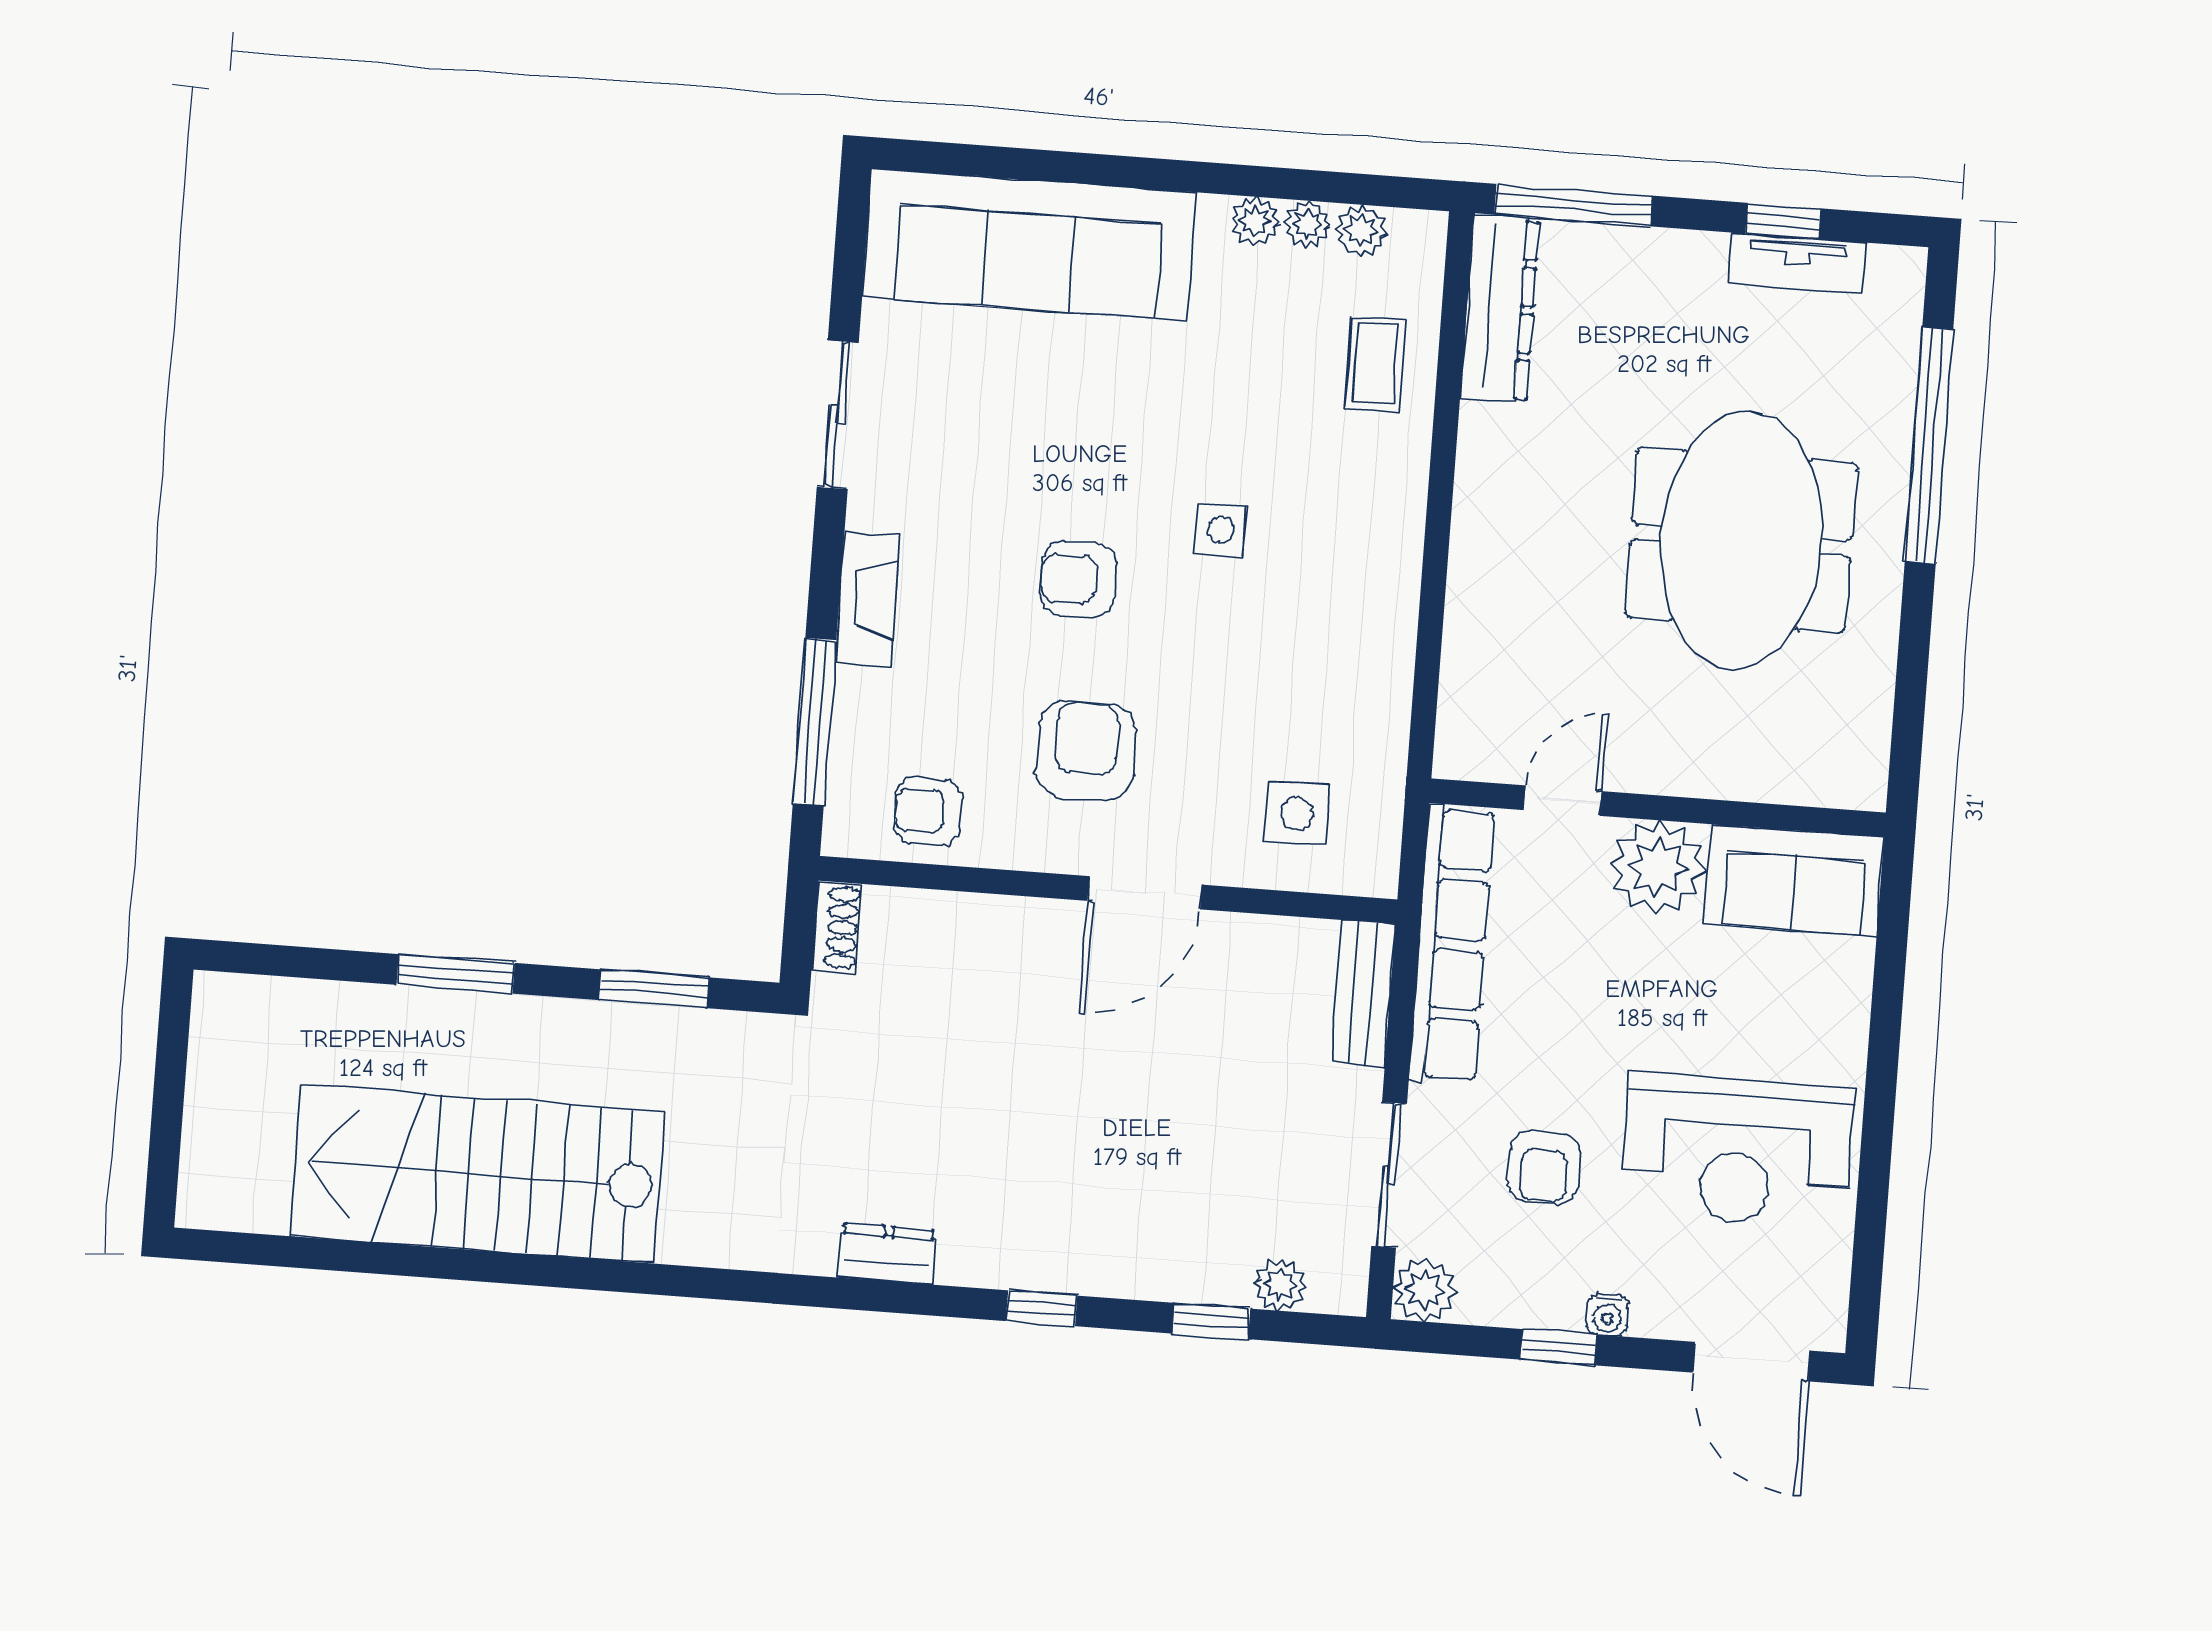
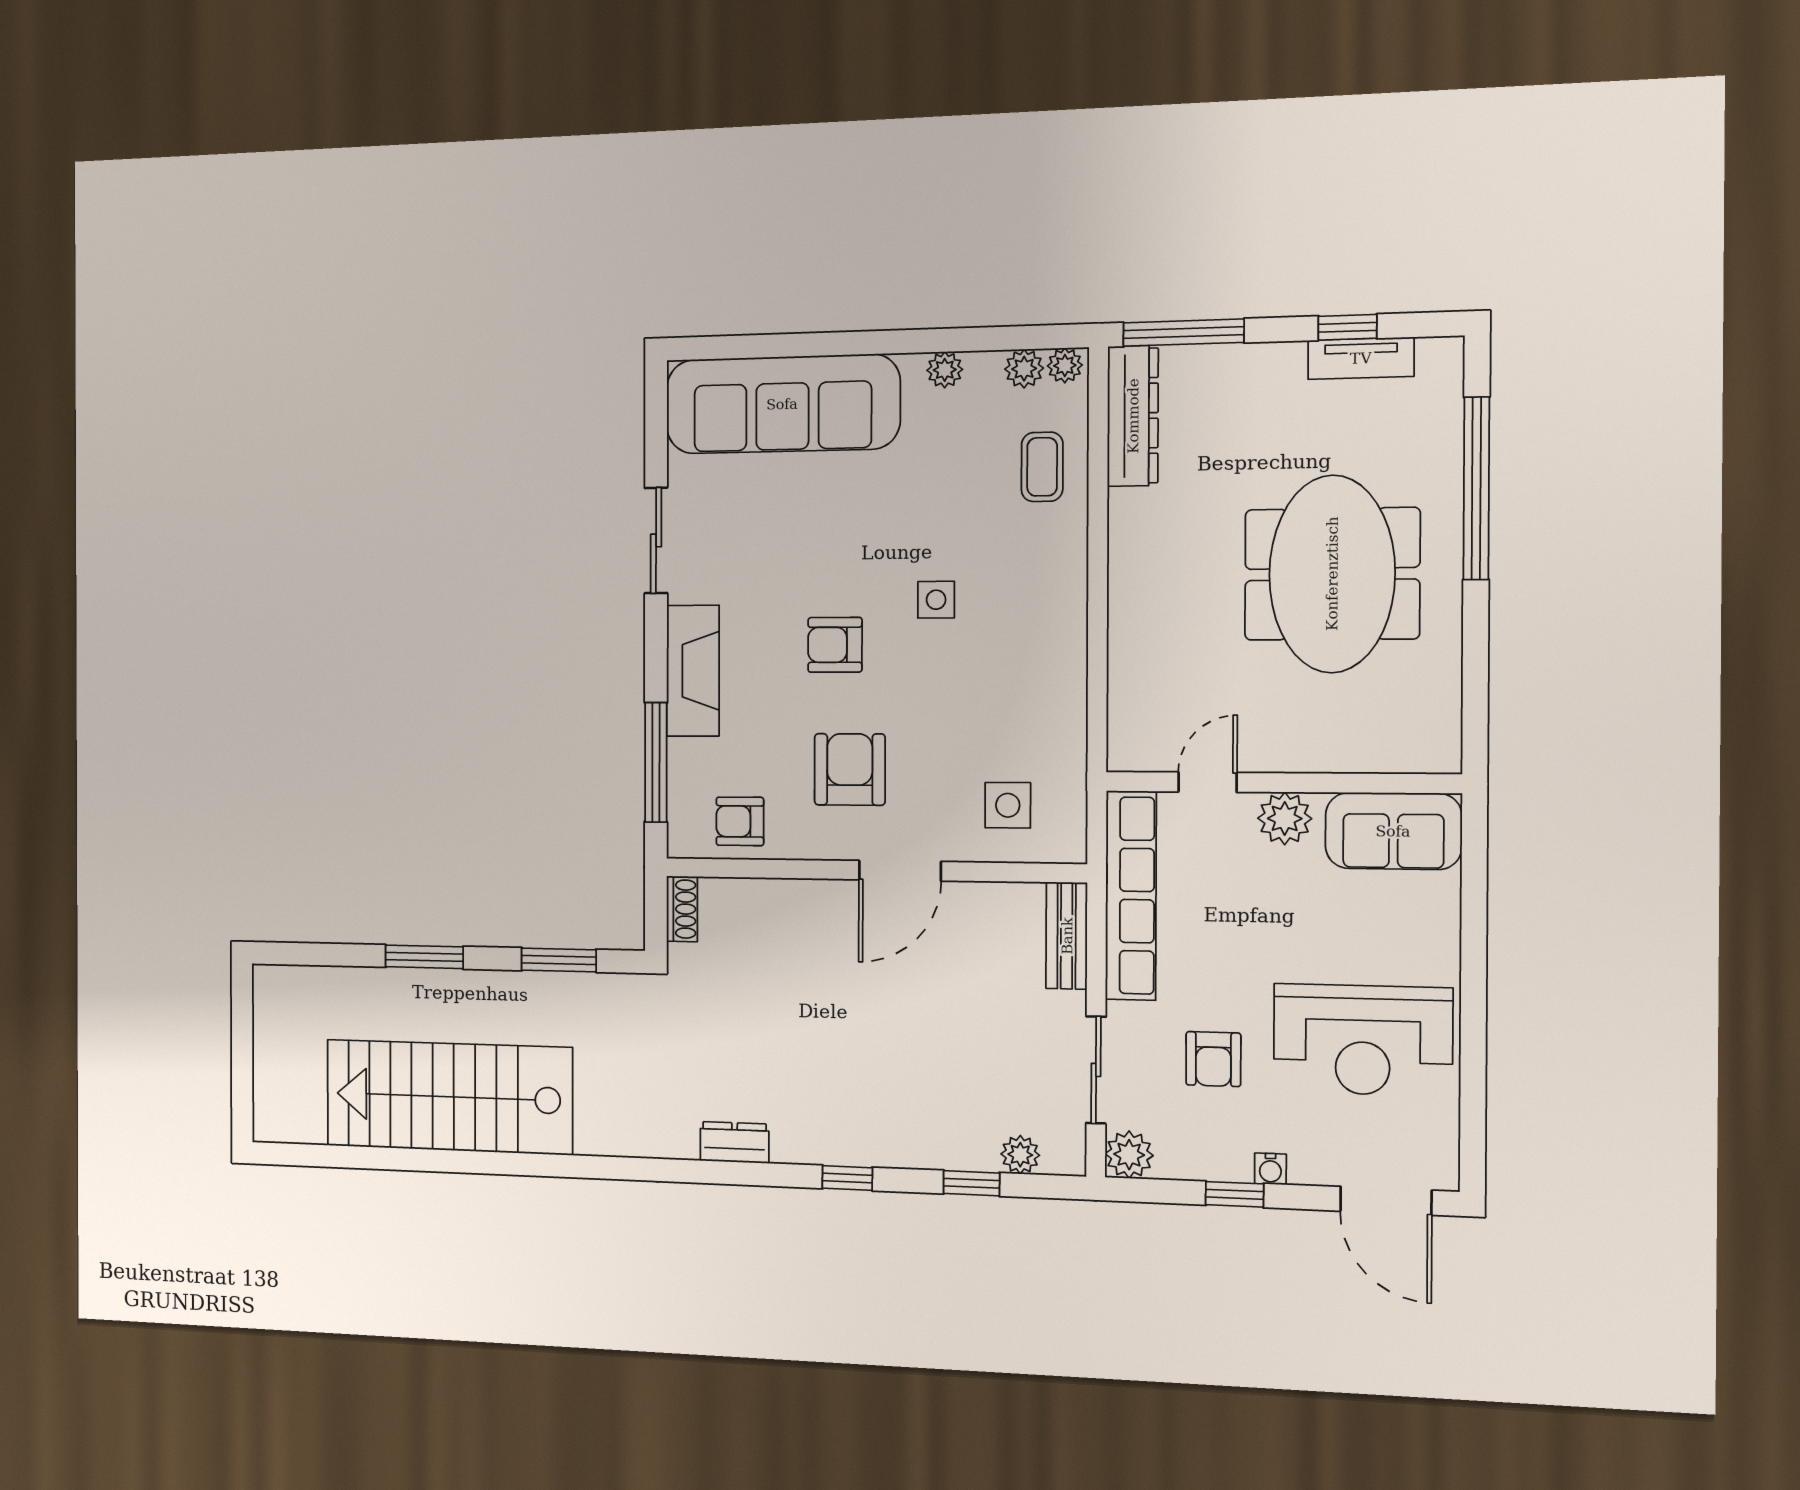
plant: (1307, 224) -> (1065, 365), moved
fireplace: (868, 598) -> (693, 671), width x1.37, depth x1.32
plant: (1657, 868) -> (1285, 818), width x0.73, depth x0.73

